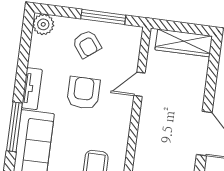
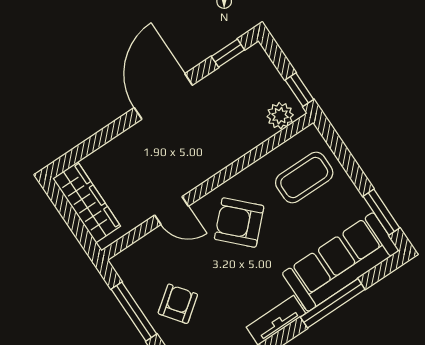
armchair: (83, 93) -> (239, 223), moved, turned 45

